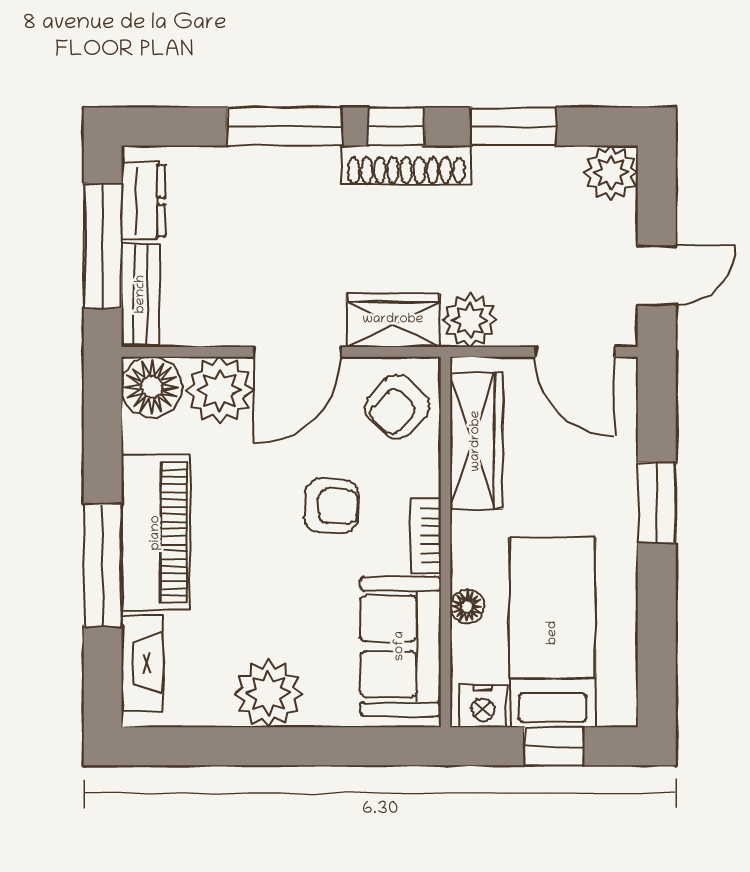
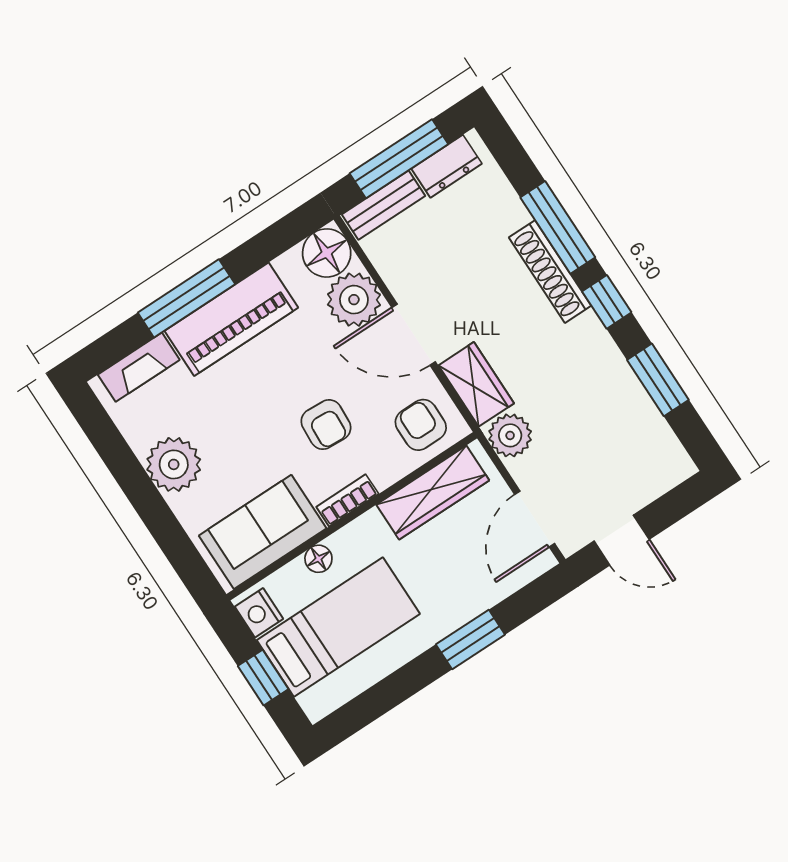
shoe rack: (406, 165) -> (550, 272), moved
plant: (611, 172) -> (670, 465), removed
armchair: (397, 407) -> (421, 425), turned 46

